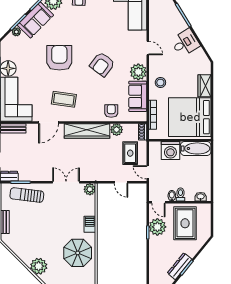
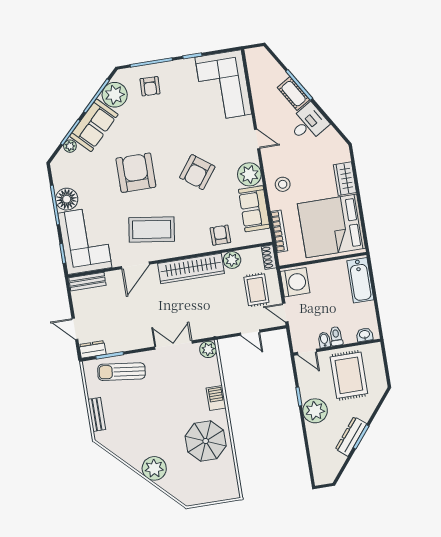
cot: (178, 20) -> (294, 94), added
coffee table: (64, 99) -> (152, 229), width x1.36, depth x1.32
bathtub: (196, 148) -> (360, 280), moved, turned 90
washing machine: (170, 150) -> (295, 282), moved, turned -90
plant: (157, 227) -> (315, 411), moved

